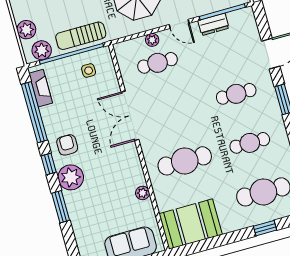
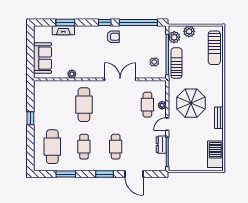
fireplace: (41, 88) -> (63, 30), moved
plant: (71, 177) -> (93, 33), removed
window: (61, 207) -> (65, 22), moved
booth: (191, 224) -> (45, 98), removed
window: (265, 228) -> (30, 118), moved

